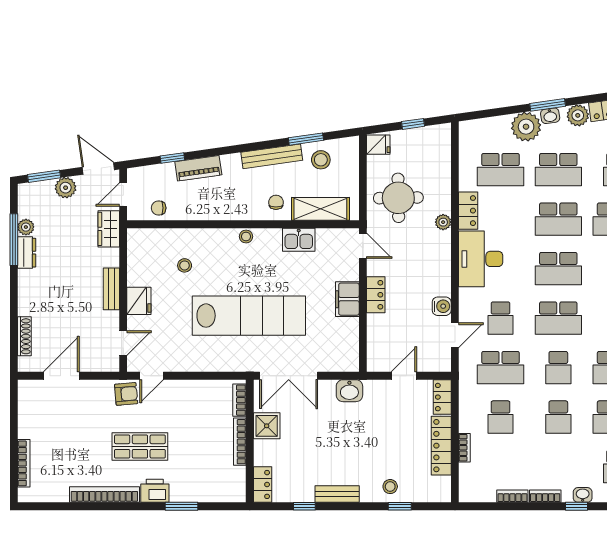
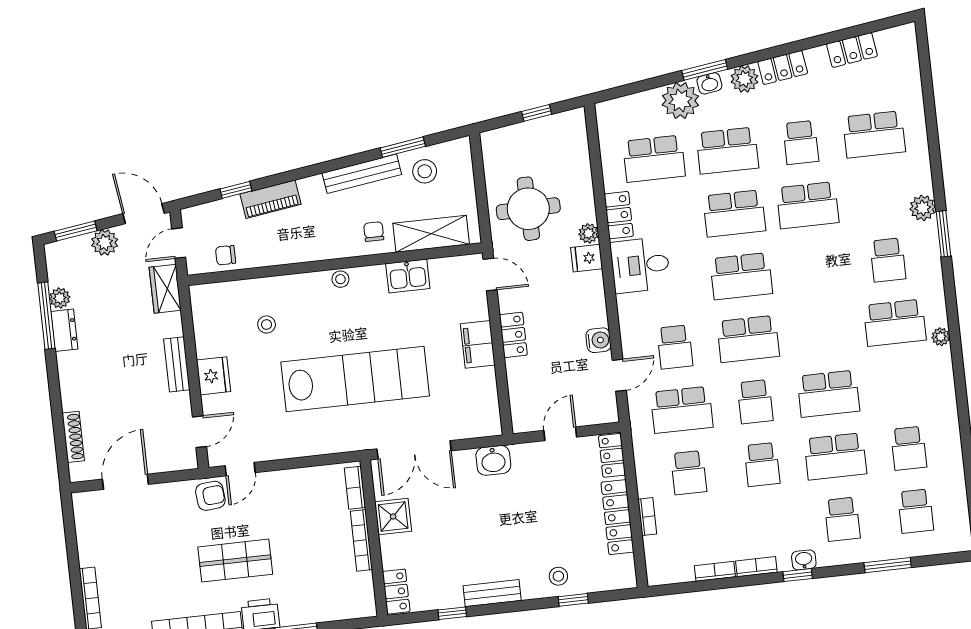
fridge: (378, 145) -> (587, 258), moved, turned 180
desk: (481, 259) -> (640, 265), width x0.73

